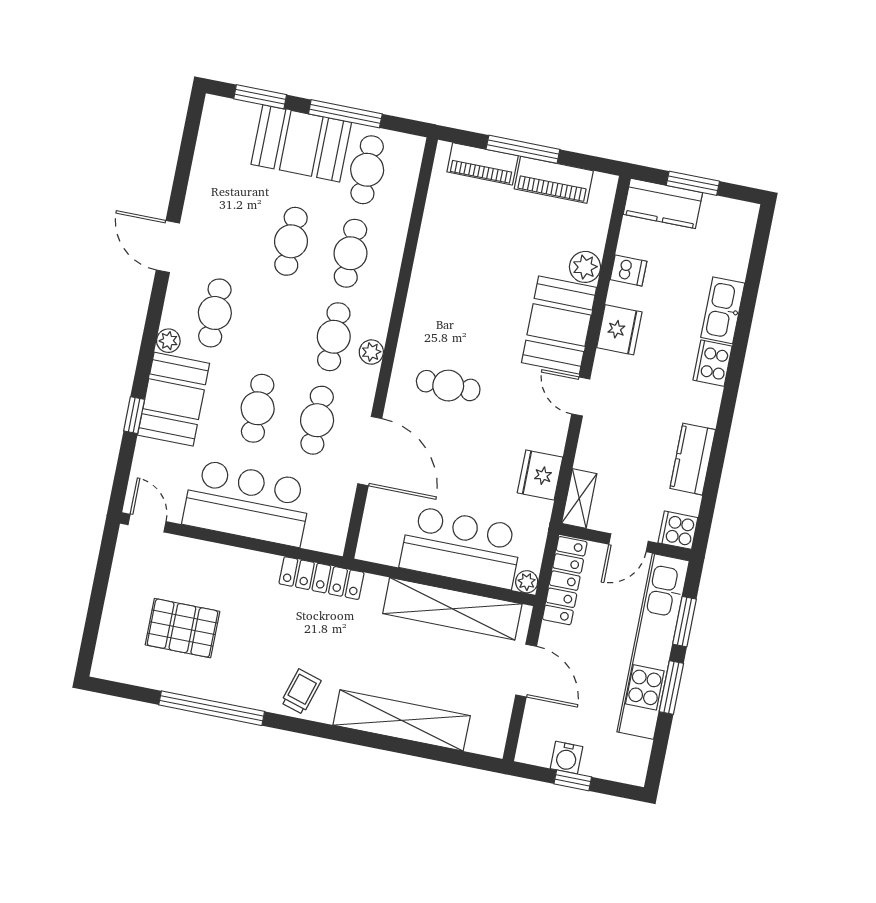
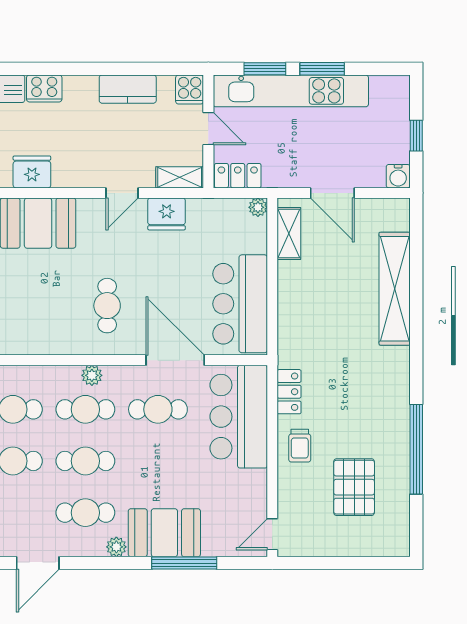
door: (581, 397) -> (122, 193), moved
cafe table: (258, 408) -> (85, 461), moved
window: (134, 415) -> (184, 563), width x2.17
door: (370, 451) -> (175, 360), hinge flipped
bar counter: (247, 503) -> (239, 417), moved
bar counter: (461, 547) -> (240, 304), moved
locker: (321, 578) -> (289, 392), width x0.66
locker: (565, 581) -> (238, 176), width x0.66
shelving: (452, 609) -> (289, 233), width x0.45, depth x0.75
door: (526, 671) -> (332, 193), swing flipped
trolley: (301, 692) -> (300, 446), moved, turned -107
water cooler: (567, 758) -> (398, 176), moved, turned 90

